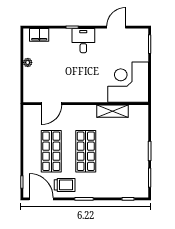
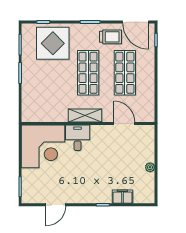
filing cabinet: (39, 35) -> (122, 197), moved
desk: (83, 41) -> (78, 138), moved, turned 180
door: (52, 104) -> (124, 123), hinge flipped
shelving: (112, 111) -> (85, 115), moved
display table: (119, 179) -> (53, 43), added
trolley: (65, 185) -> (111, 37), turned 180

